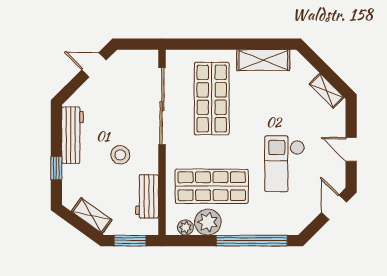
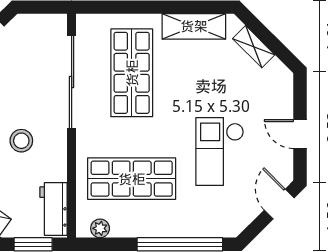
shelving: (327, 91) -> (254, 47), moved
workbench: (147, 196) -> (54, 209), moved
plant: (208, 222) -> (127, 222), removed

